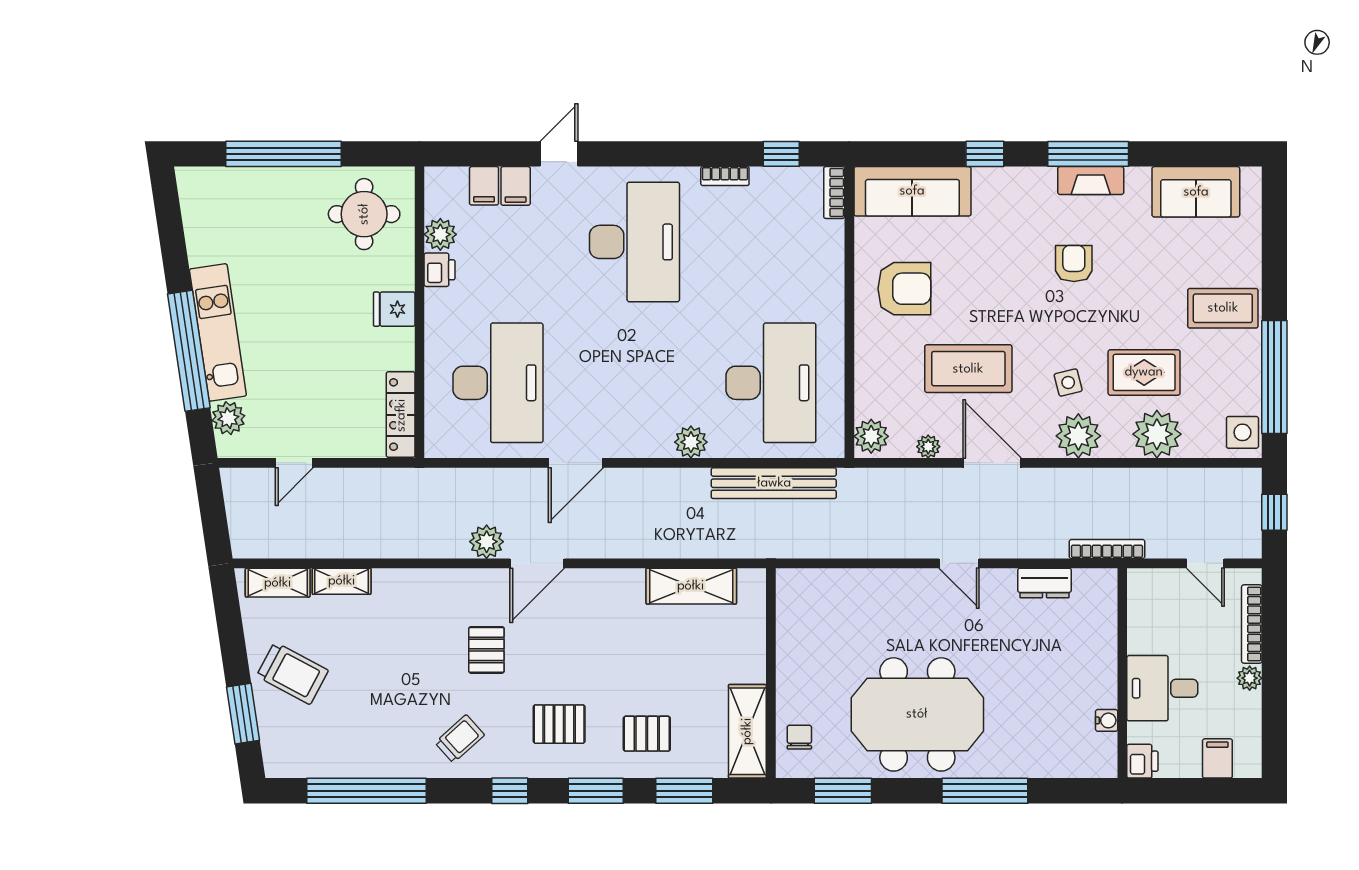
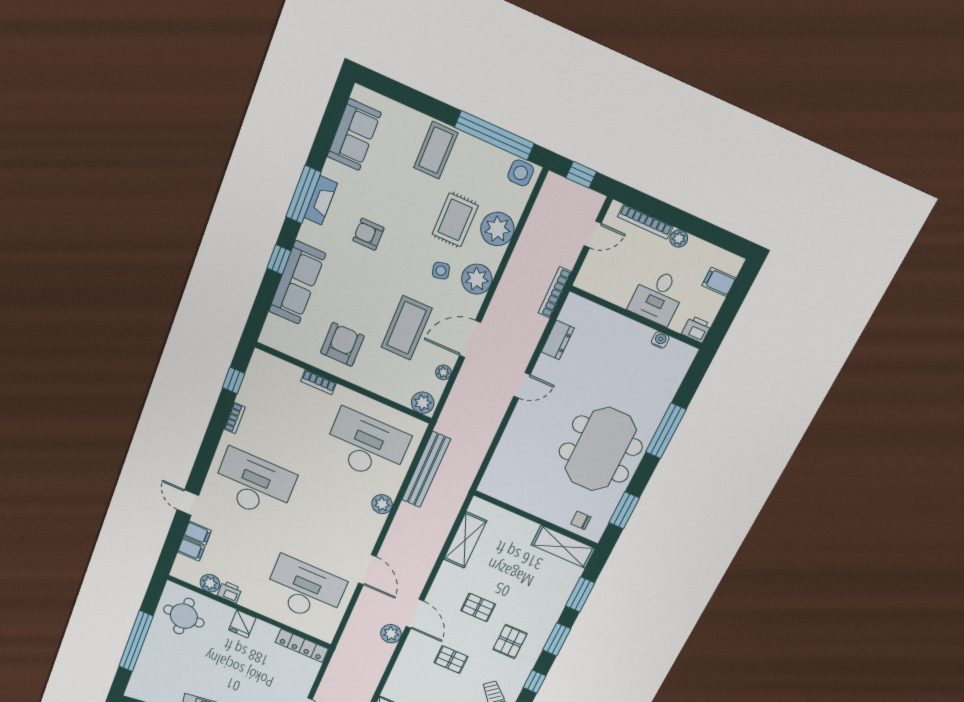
sofa: (912, 191) -> (297, 283), moved
bookcase: (834, 193) -> (319, 382), moved
pallet: (647, 734) -> (478, 607), moved, turned 90

